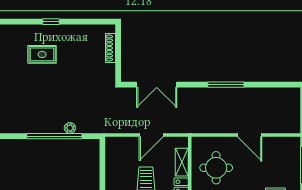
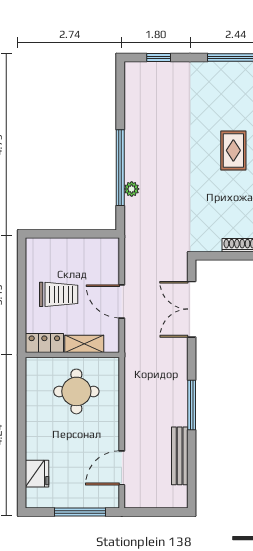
bench: (263, 93) -> (180, 456), added
door: (250, 135) -> (122, 468), moved

